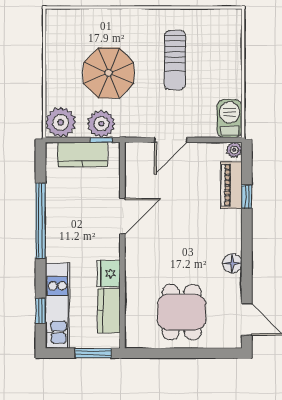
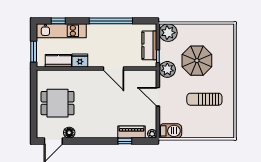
plant: (101, 124) -> (167, 69), moved
floor lamp: (232, 263) -> (69, 133), moved

